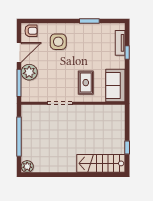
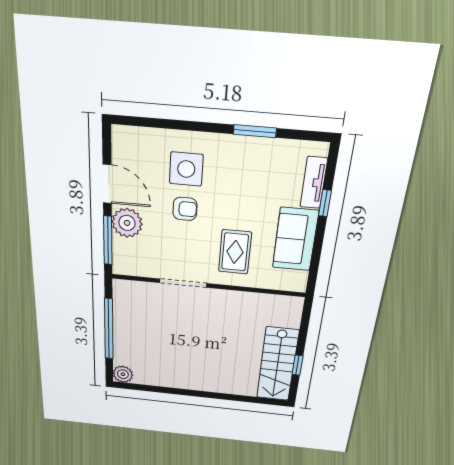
armchair: (31, 31) -> (185, 209), moved
door: (19, 53) -> (107, 184), hinge flipped
sofa: (115, 86) -> (295, 239), moved
stairs: (101, 163) -> (277, 364), moved, turned -90

